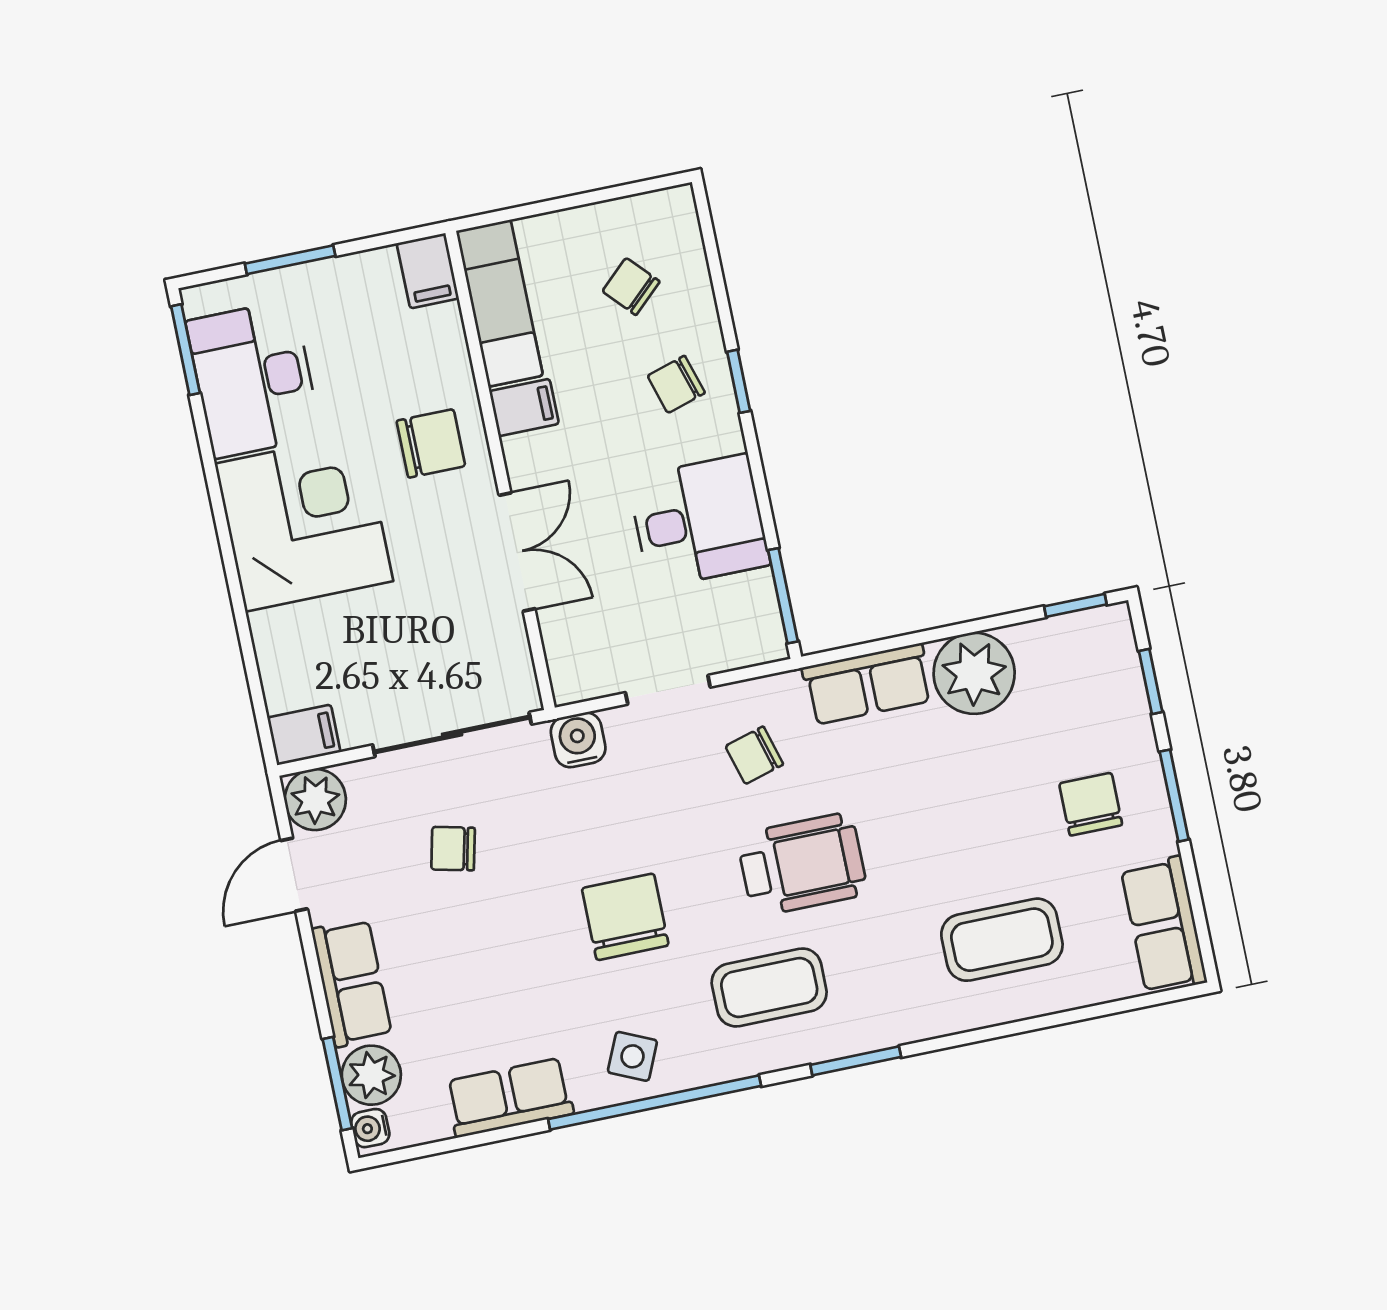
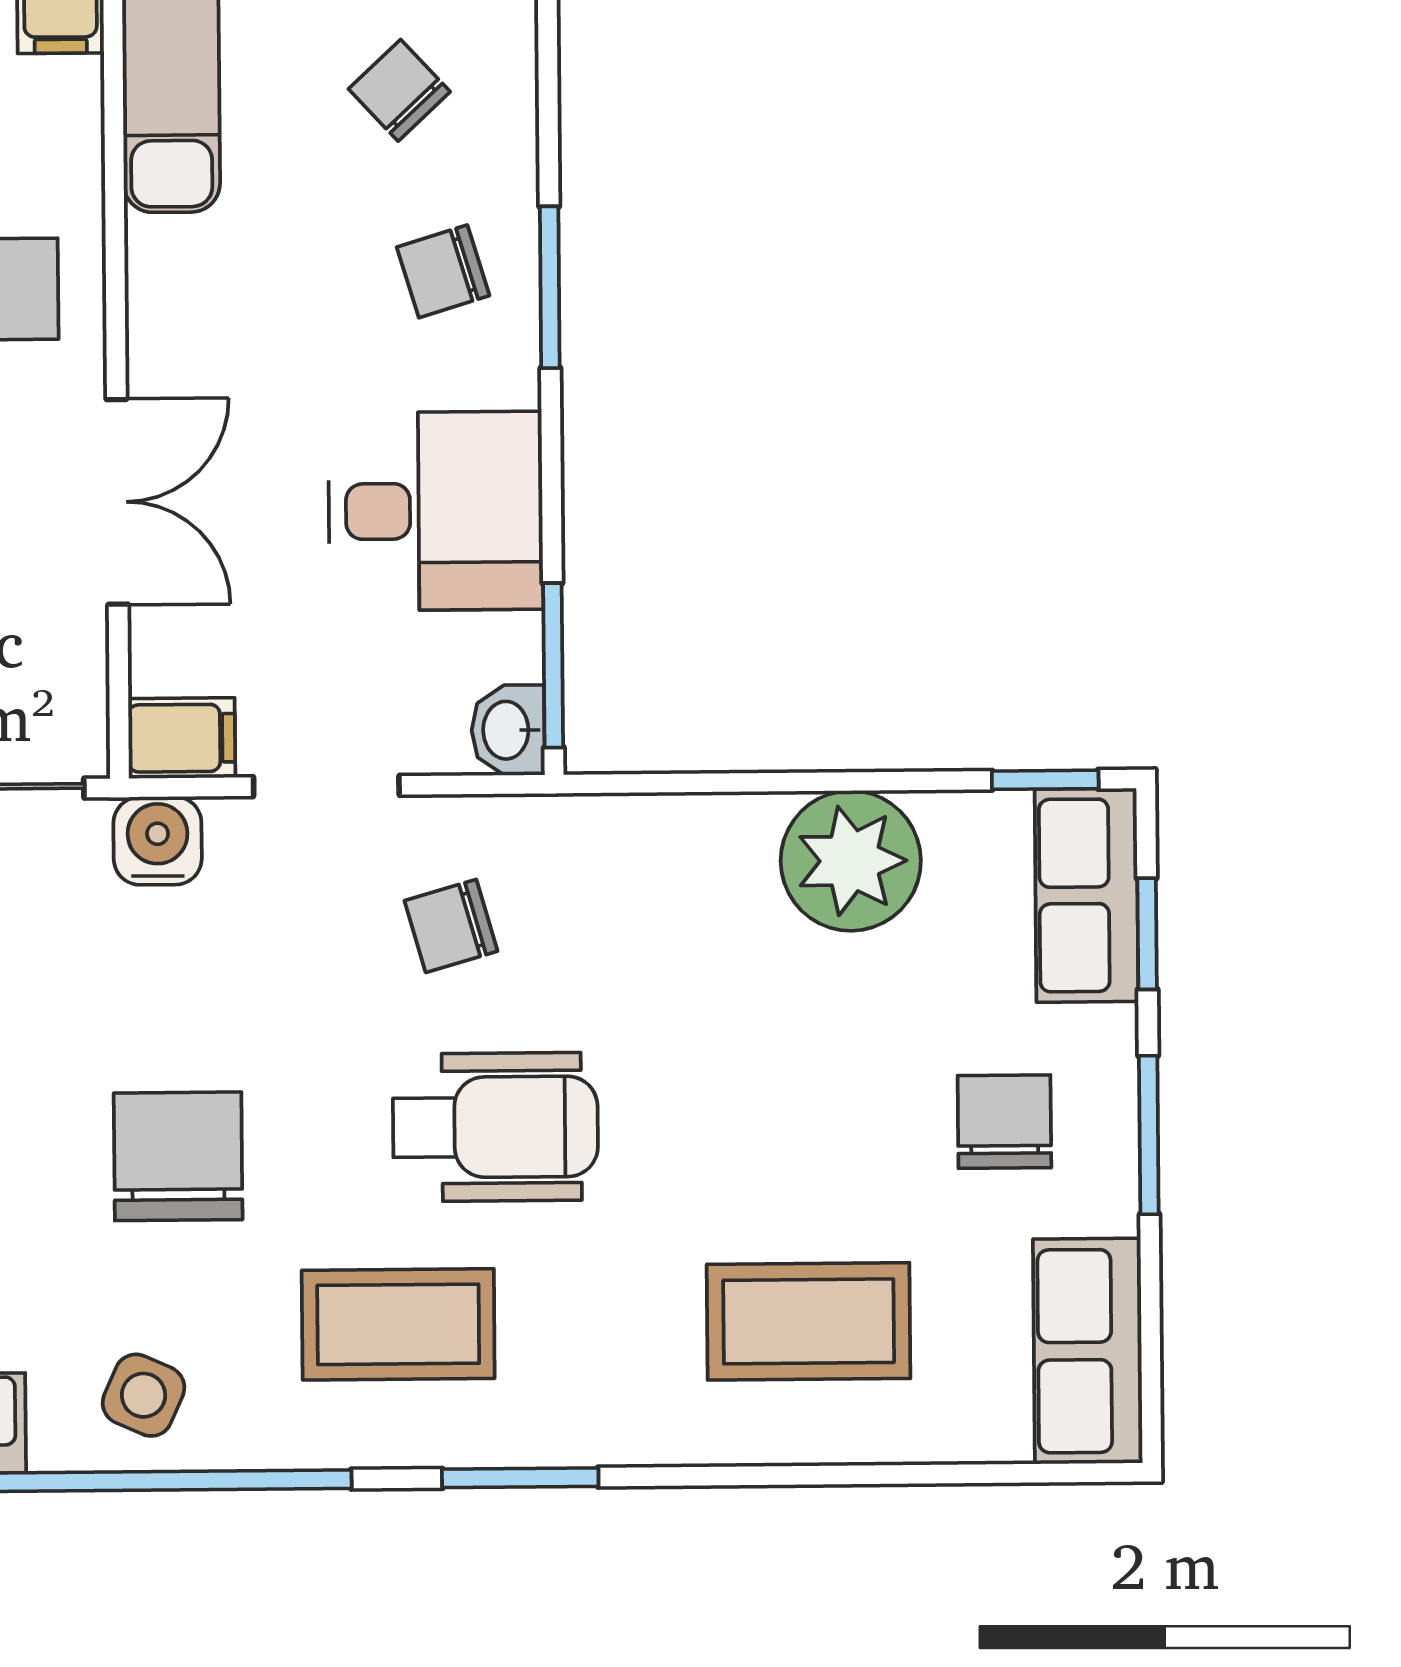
window: (739, 381) -> (550, 287), width x1.50
filing cabinet: (524, 407) -> (182, 738), moved
washbasin: (765, 638) -> (508, 730), added
row of seats: (867, 684) -> (1086, 895), moved, turned 90

